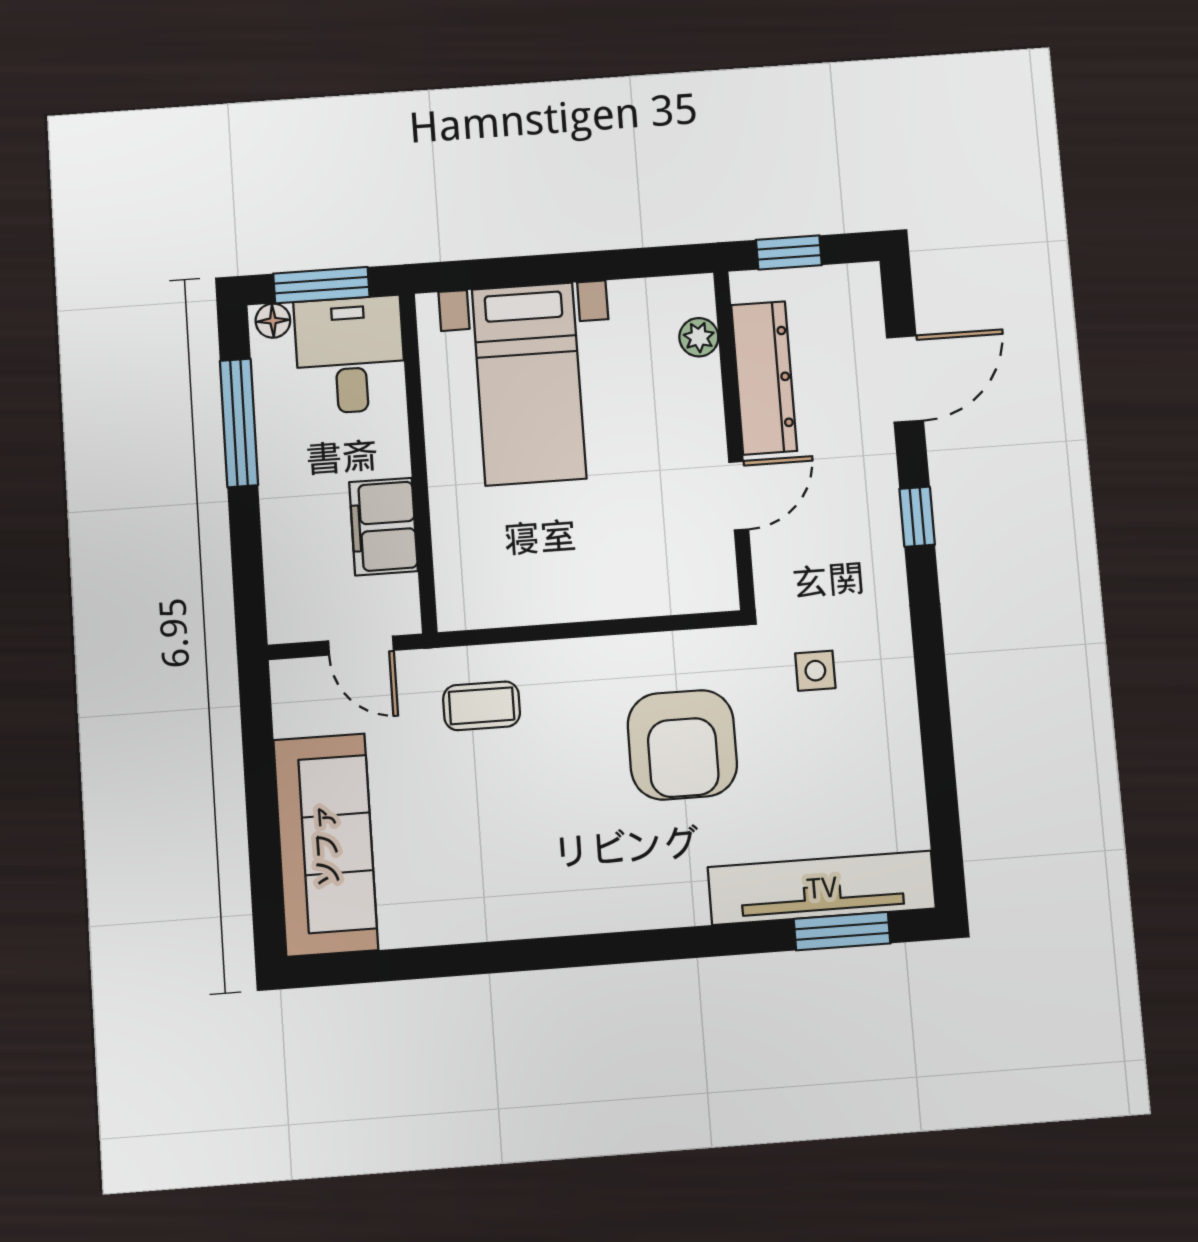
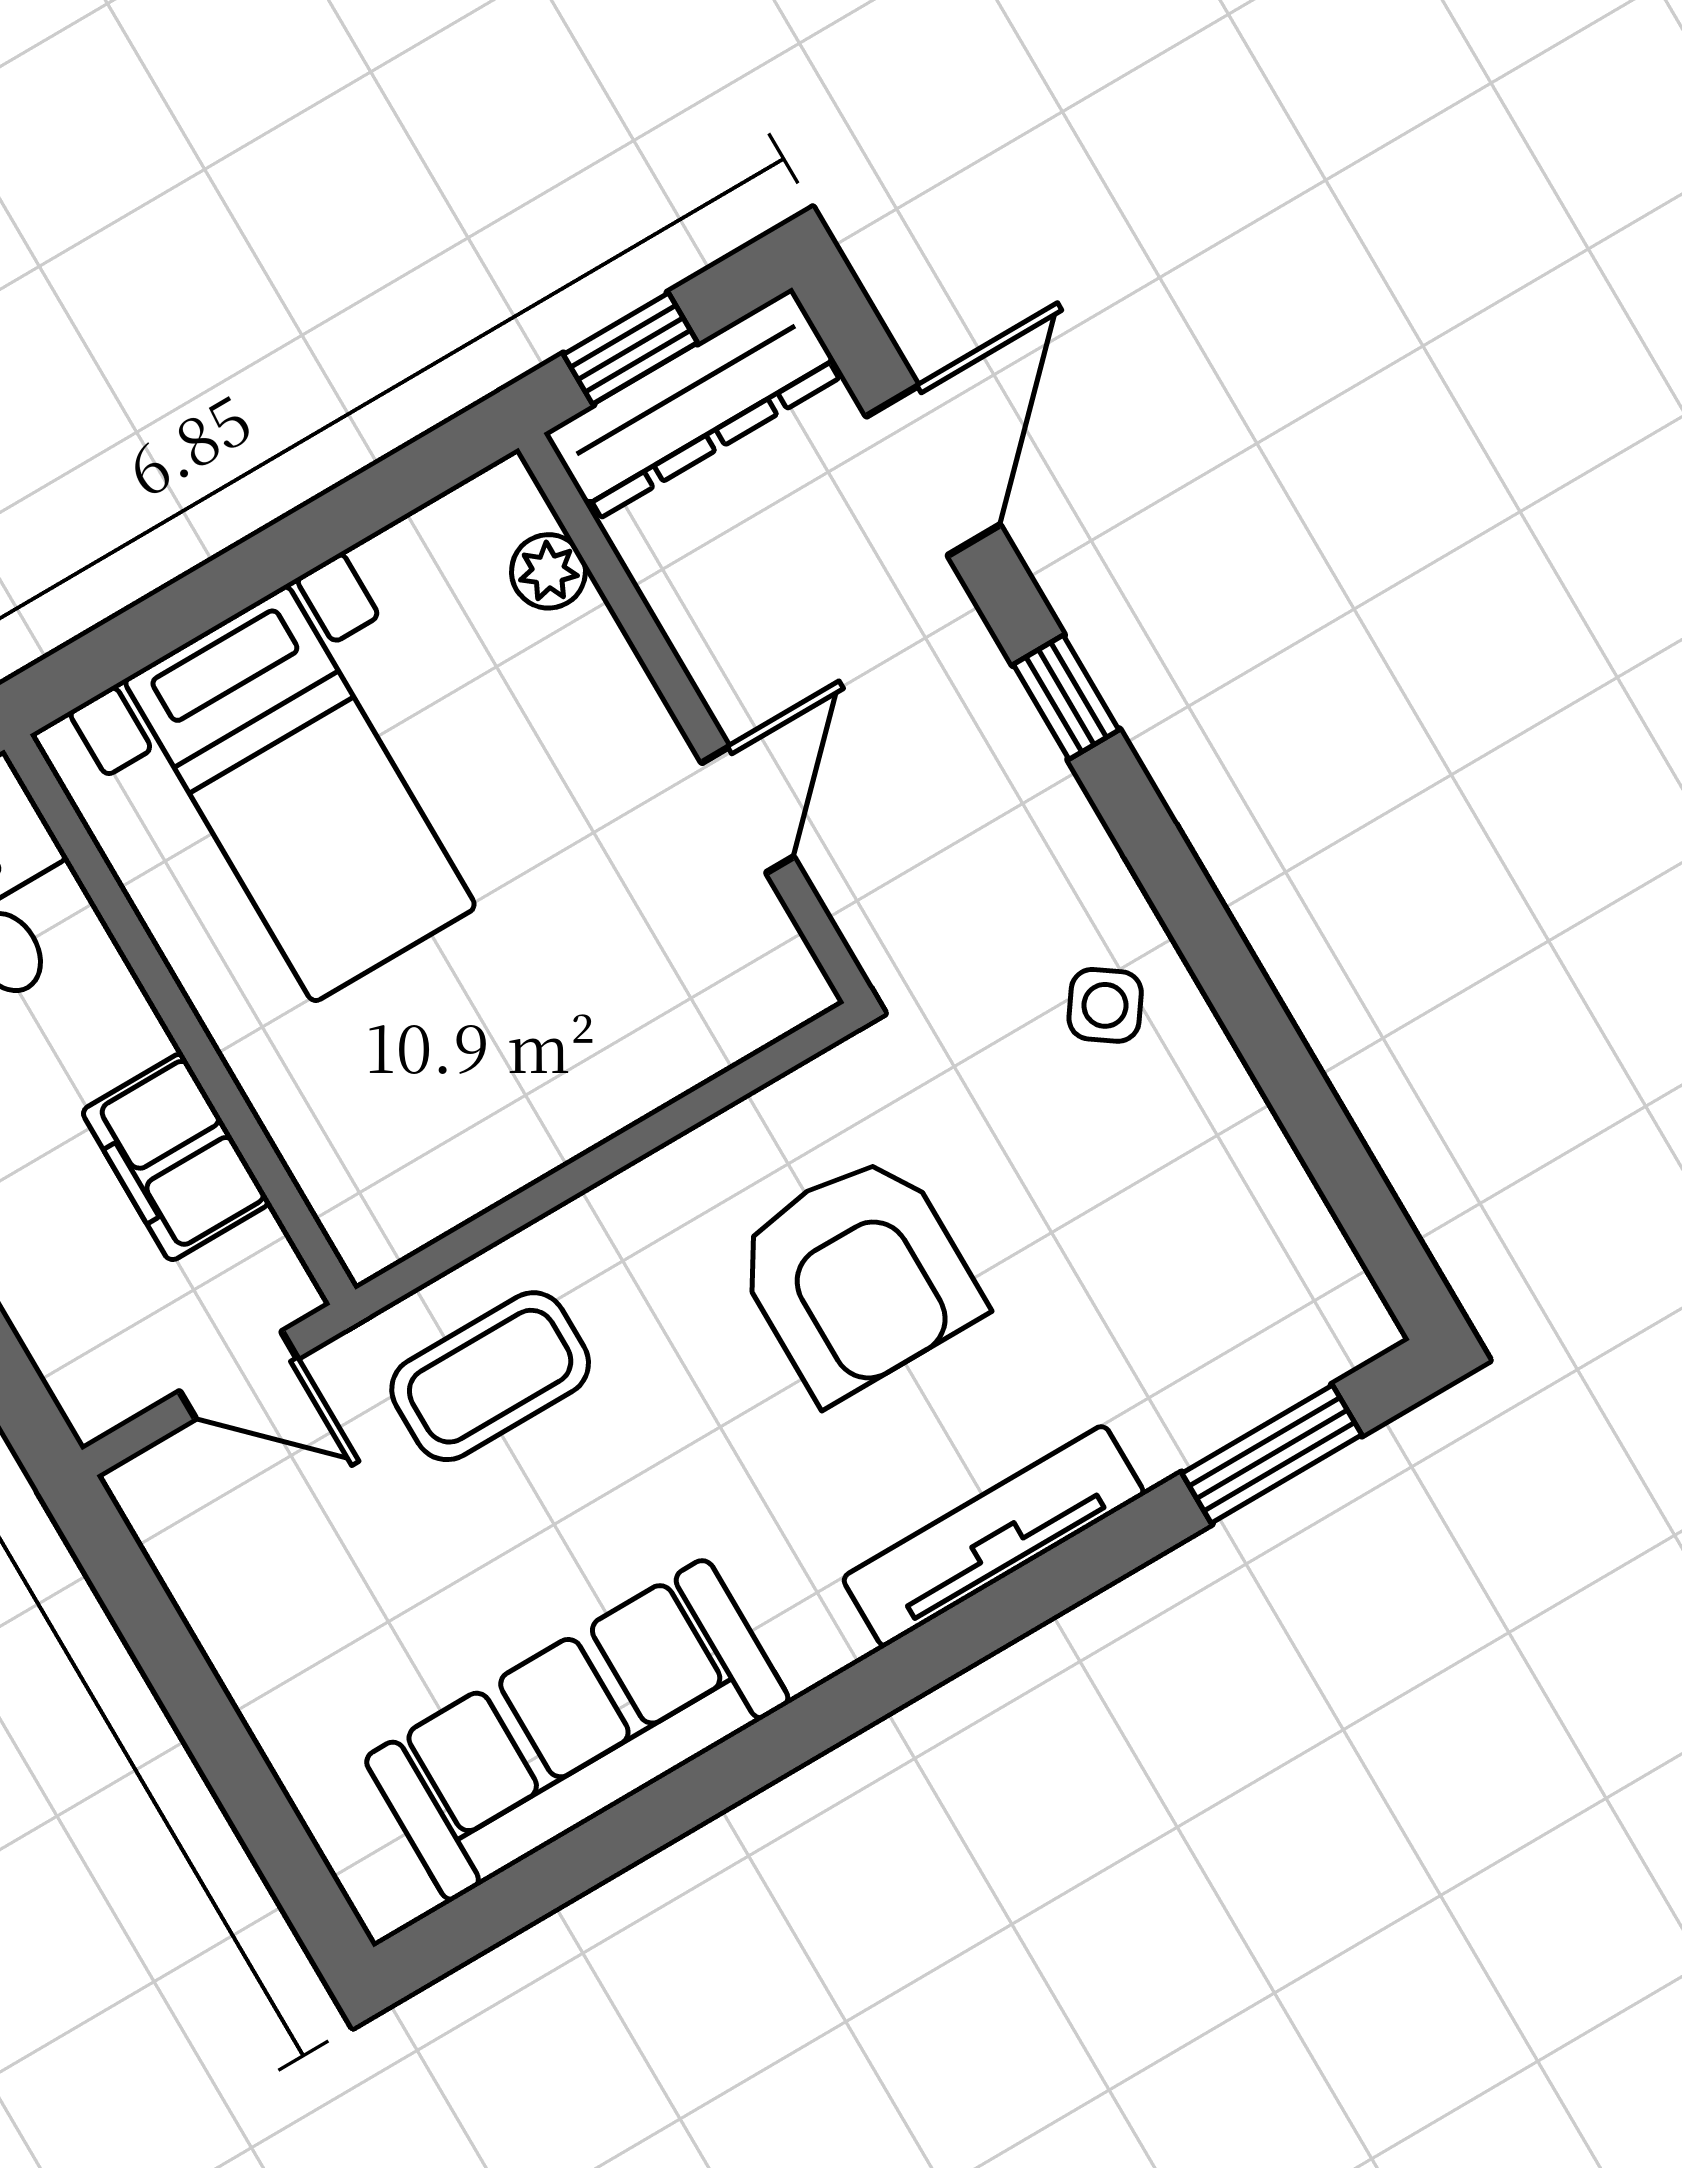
dresser: (764, 378) -> (694, 404), moved, turned 90
side table: (815, 671) -> (1105, 1005), moved, turned 35
coffee table: (482, 706) -> (490, 1376), width x1.36, depth x1.30
sofa: (326, 845) -> (577, 1730), moved, turned -90
tv unit: (822, 888) -> (994, 1536), moved, width x0.73, depth x0.78

